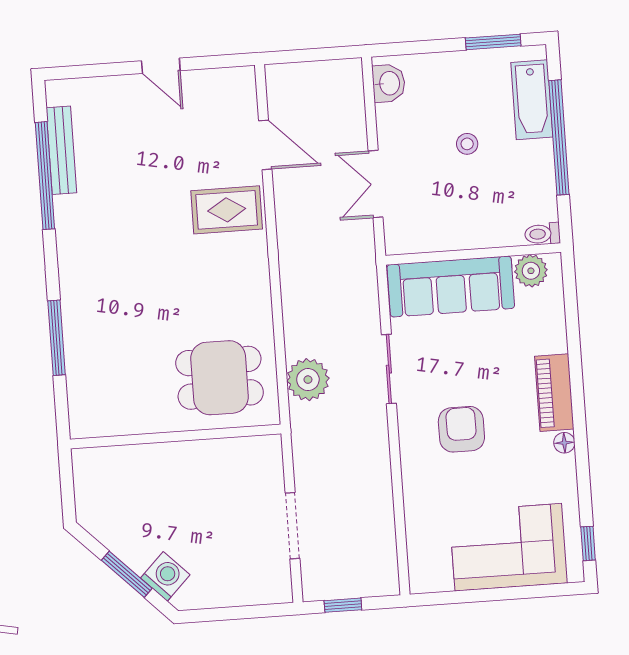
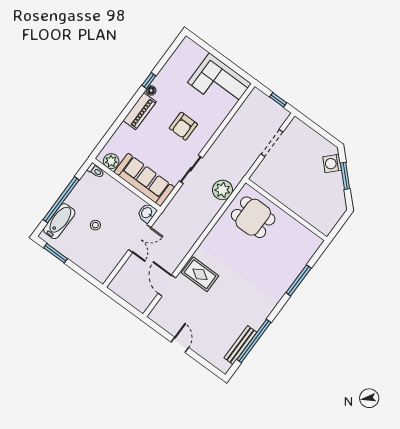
washbasin: (389, 83) -> (147, 213), moved
window: (588, 543) -> (149, 81), moved
corner sofa: (508, 547) -> (219, 83), moved

